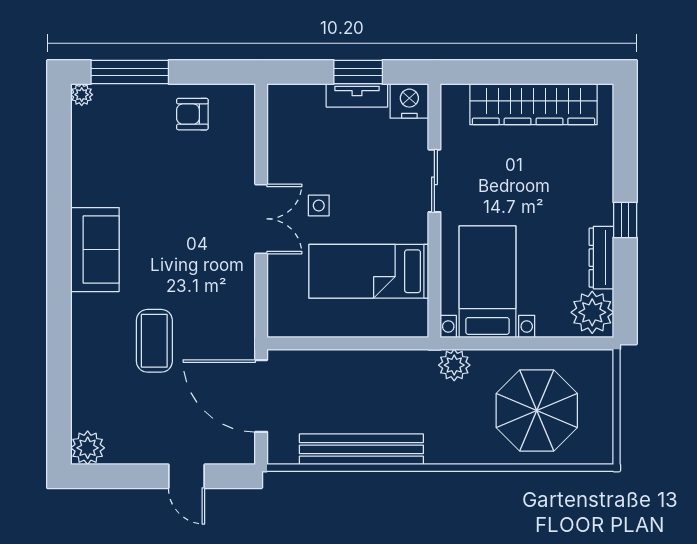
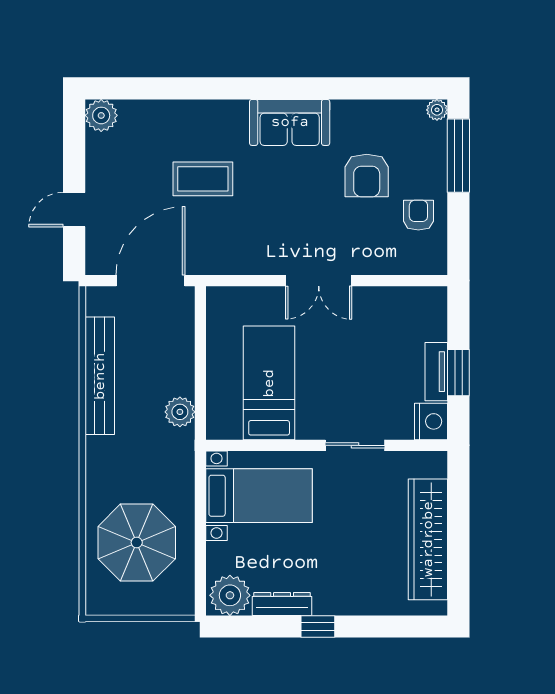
armchair: (151, 169) -> (367, 176), added
side table: (319, 205) -> (332, 335), removed
plant: (454, 365) -> (180, 412), moved

